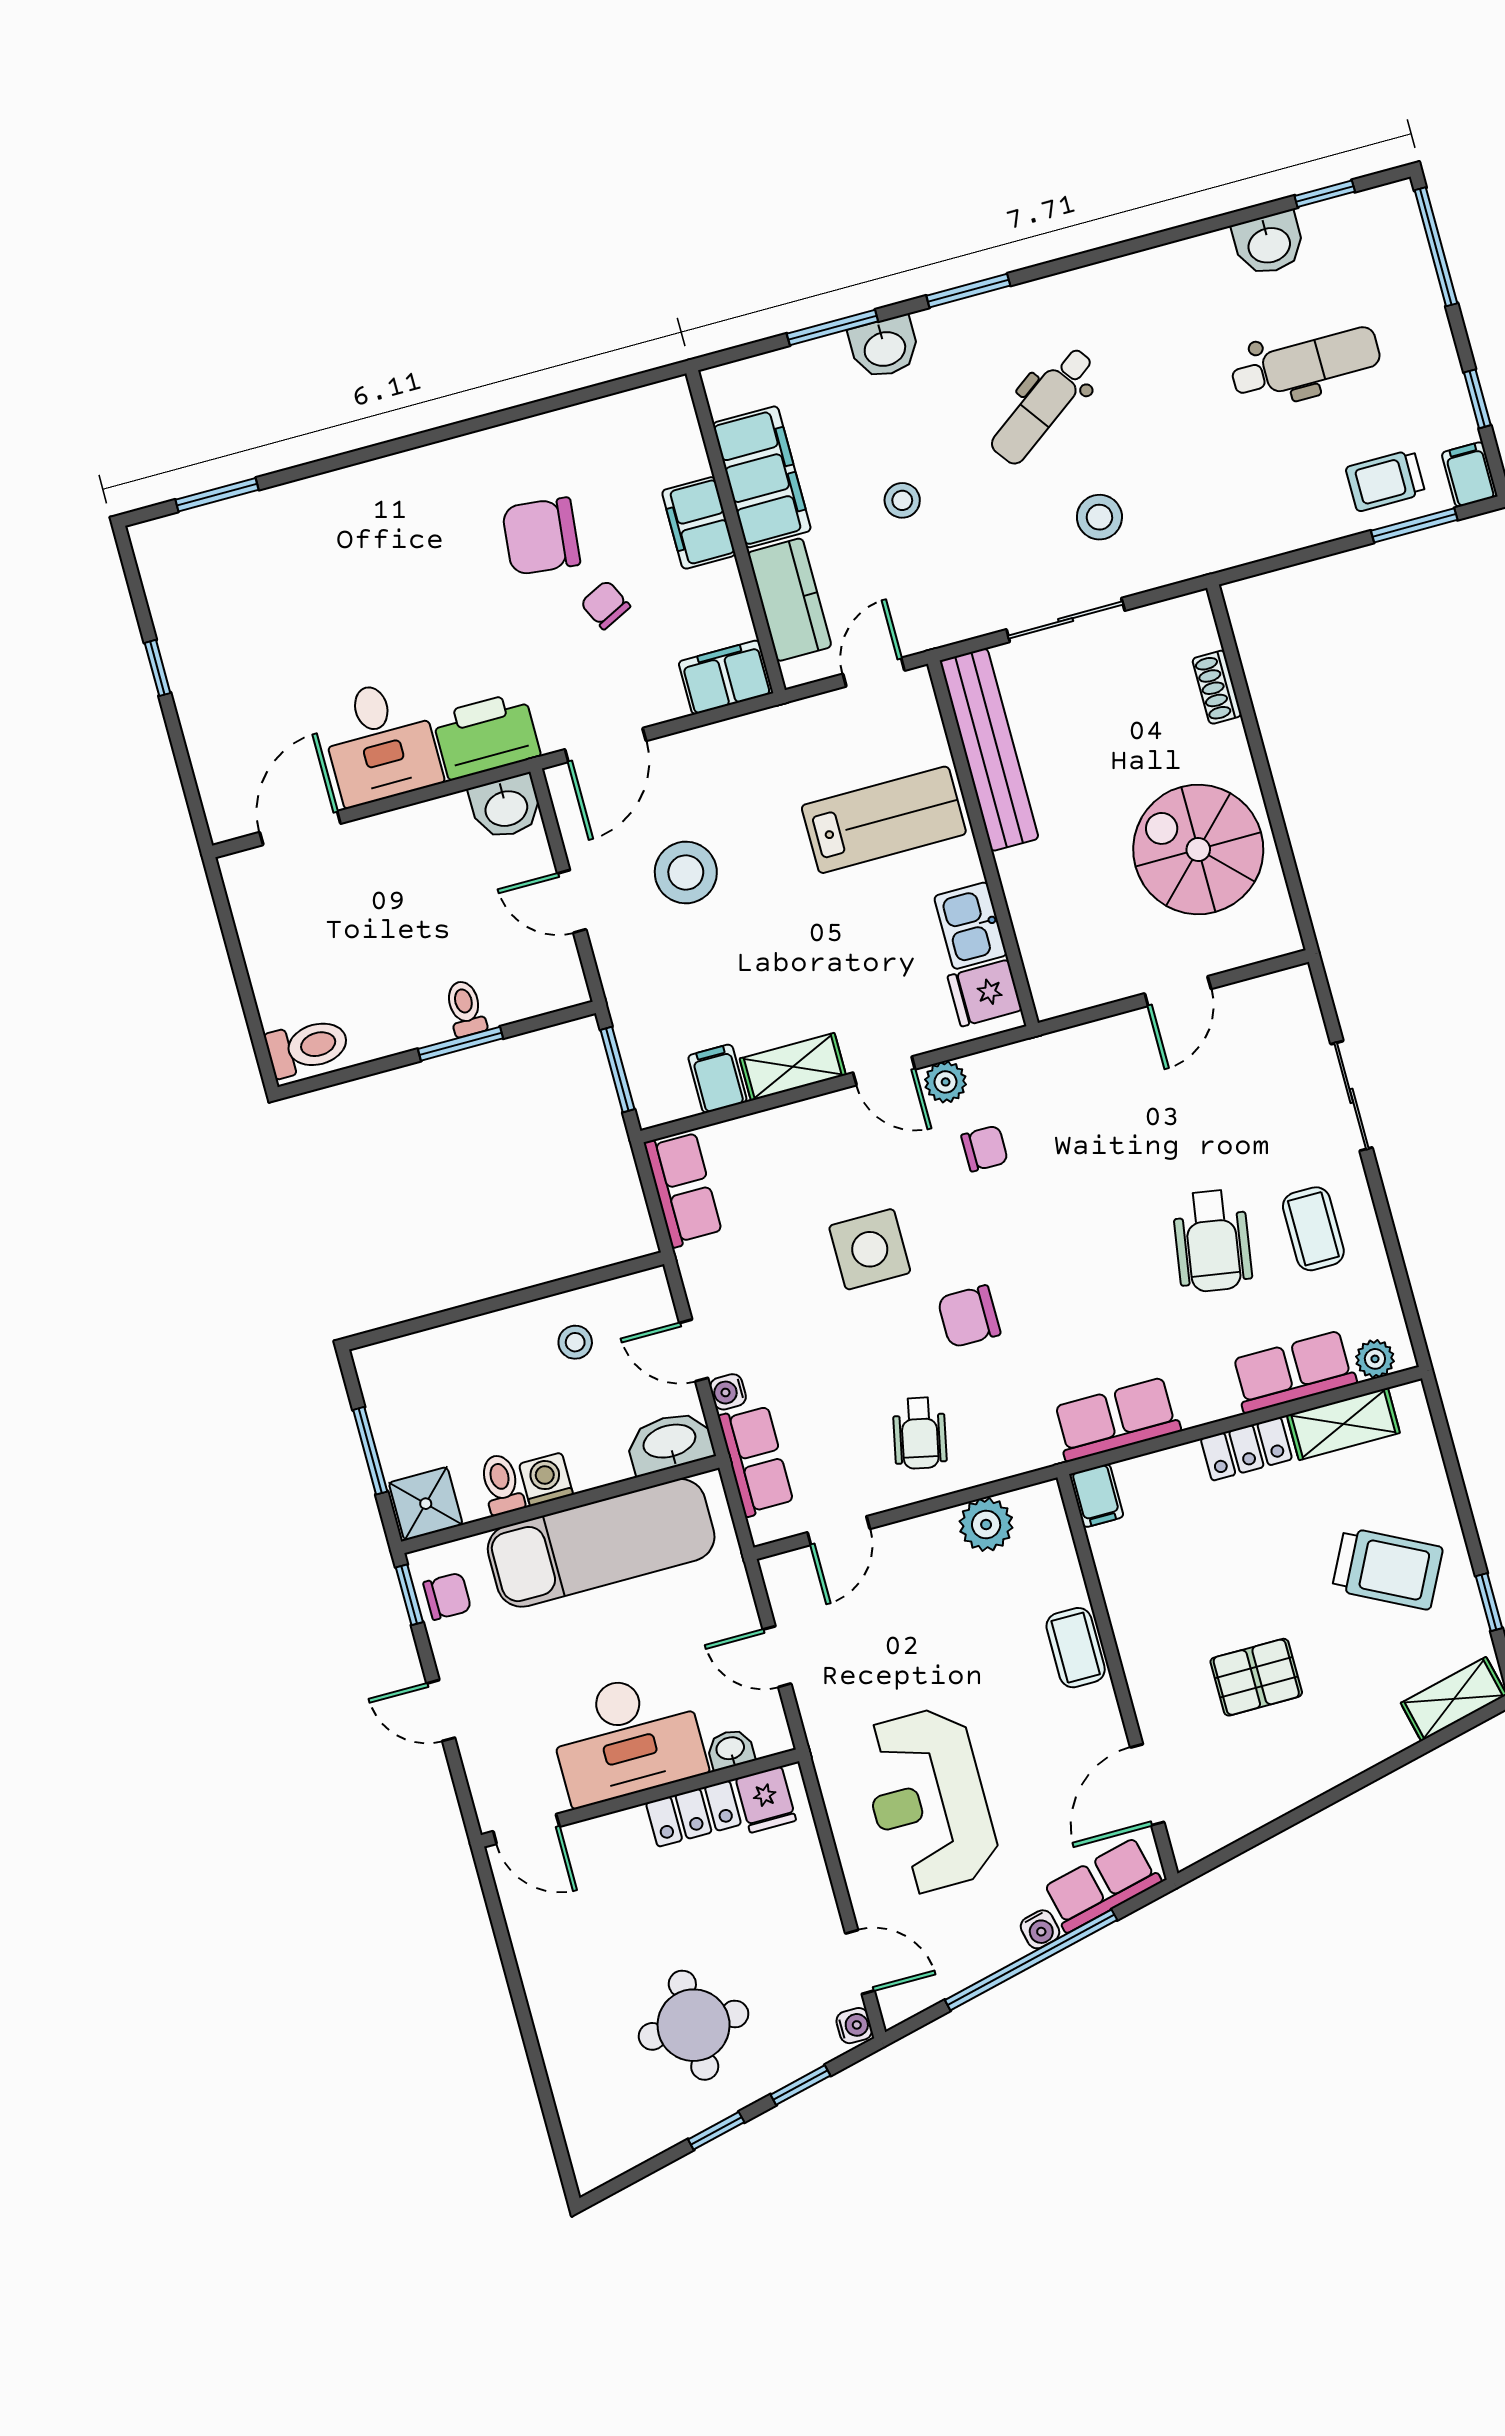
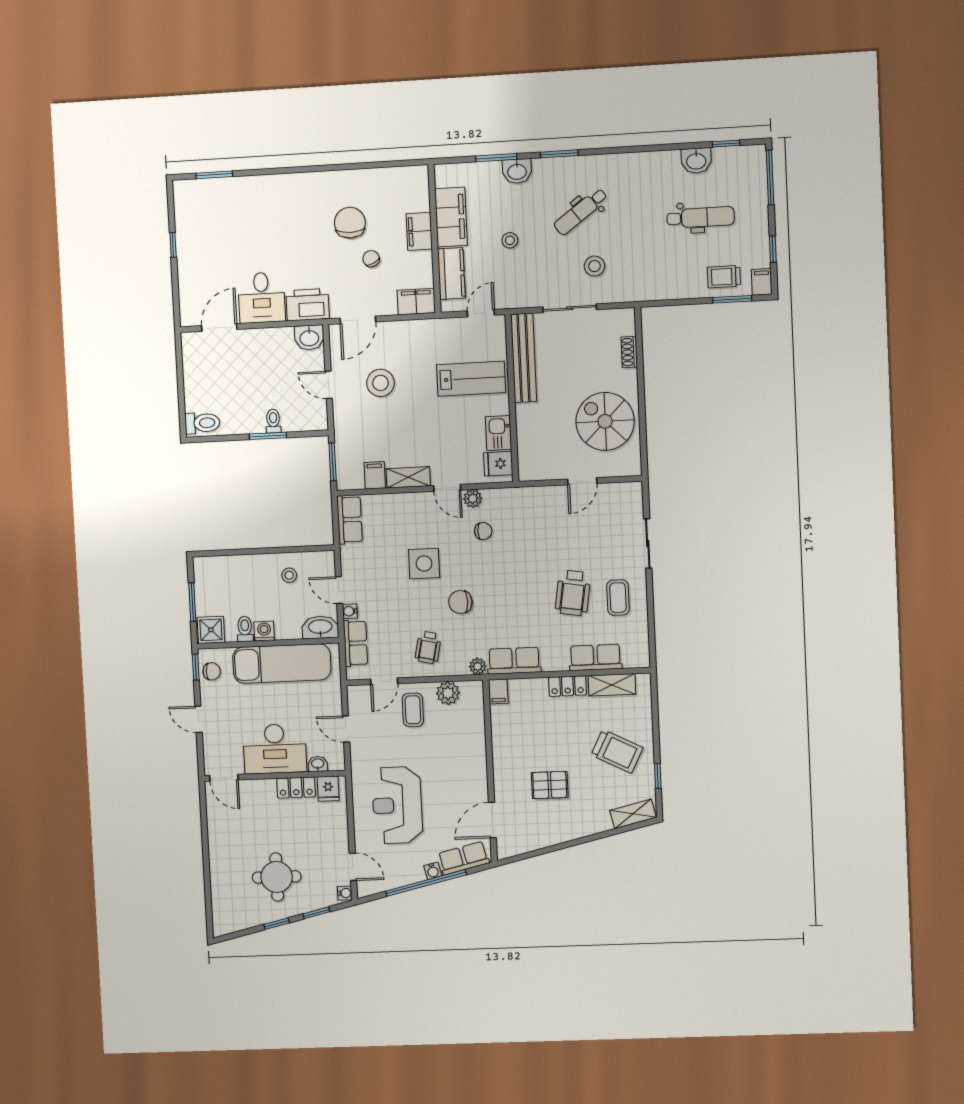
chair: (541, 536) -> (350, 223), turned 84
plant: (1375, 1359) -> (478, 666), moved
coffee table: (1076, 1648) -> (413, 710), moved

